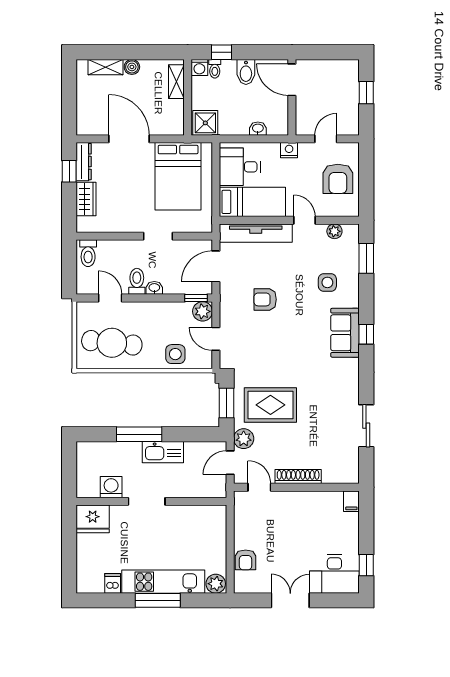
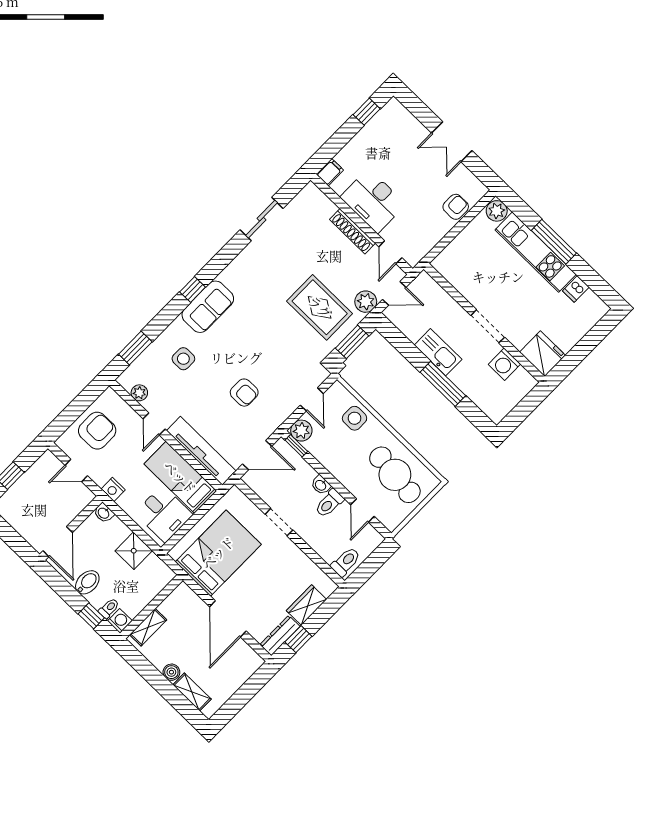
shower: (205, 123) -> (134, 551), moved
washbasin: (258, 129) -> (104, 513), moved
desk: (334, 574) -> (373, 201), moved, turned 180

